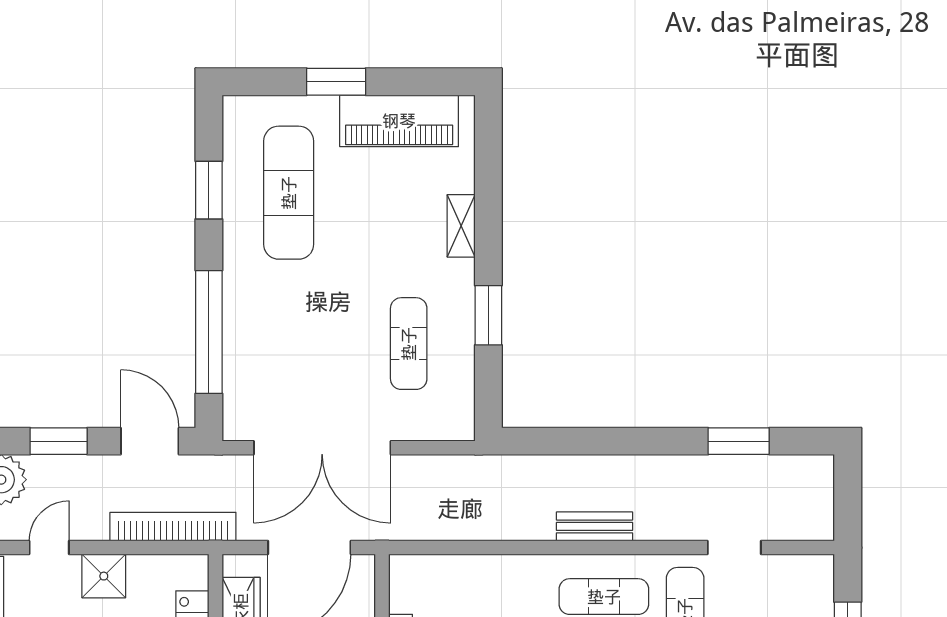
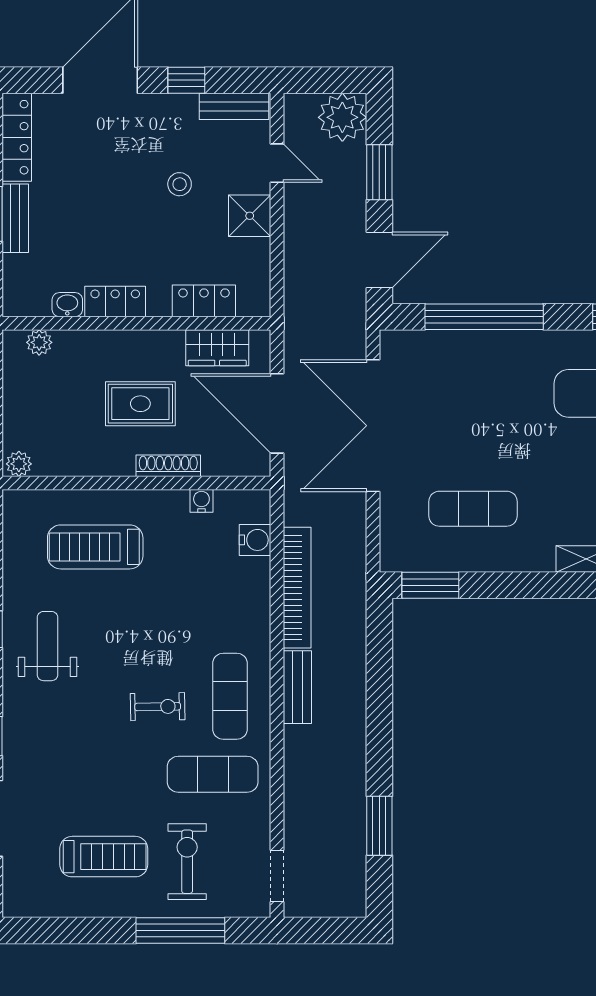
window: (488, 315) -> (430, 585), moved
bookcase: (173, 527) -> (297, 588), moved
doorway: (734, 548) -> (277, 876), moved
water cooler: (441, 571) -> (255, 540), added

